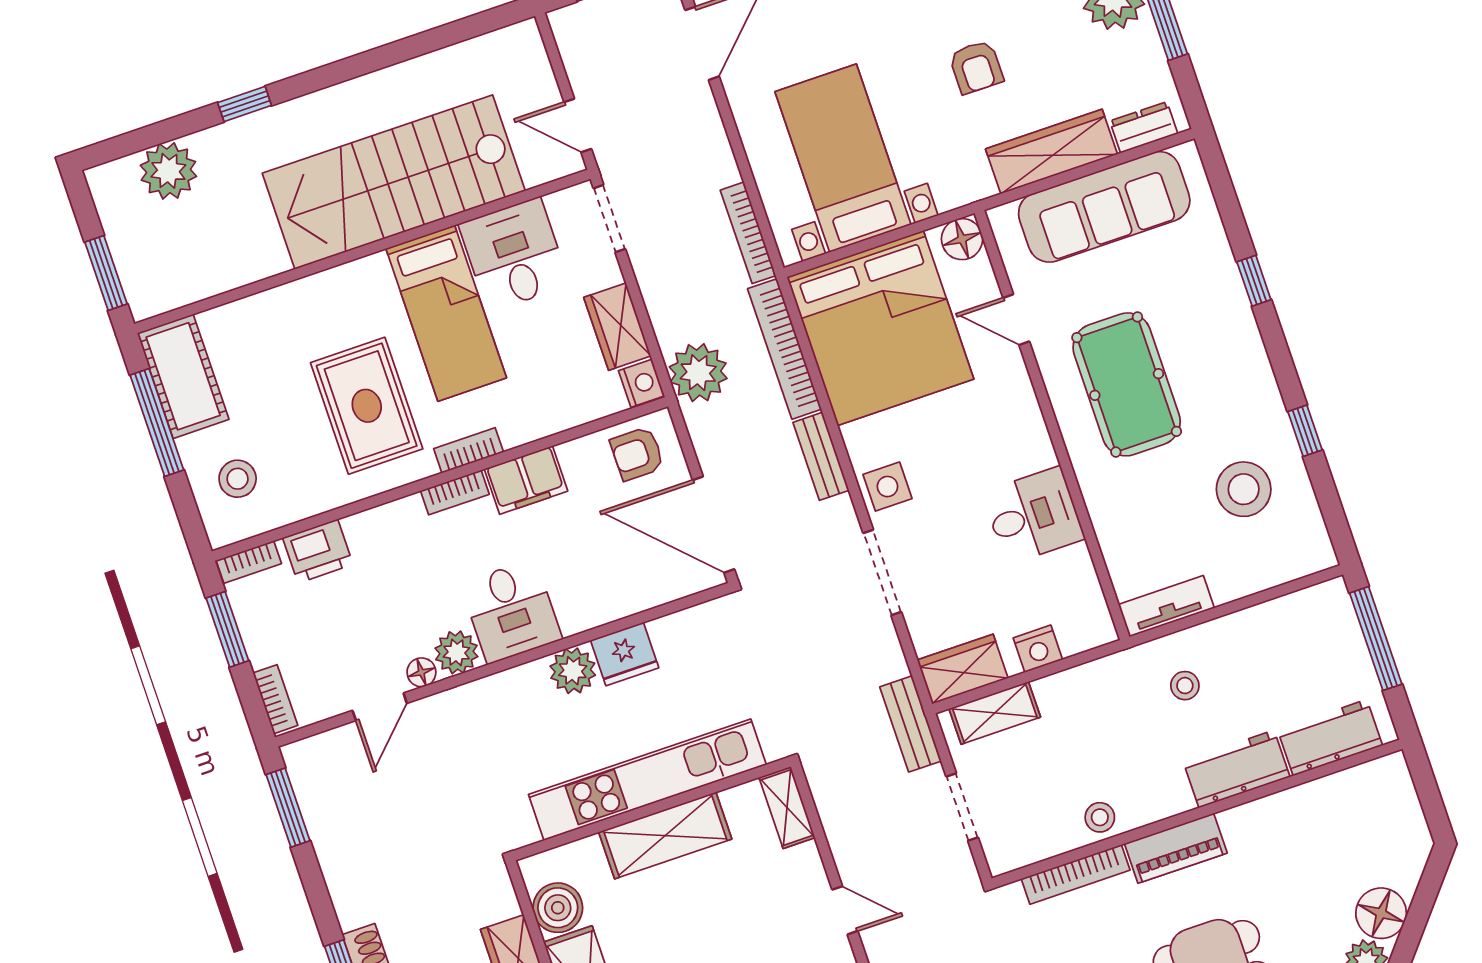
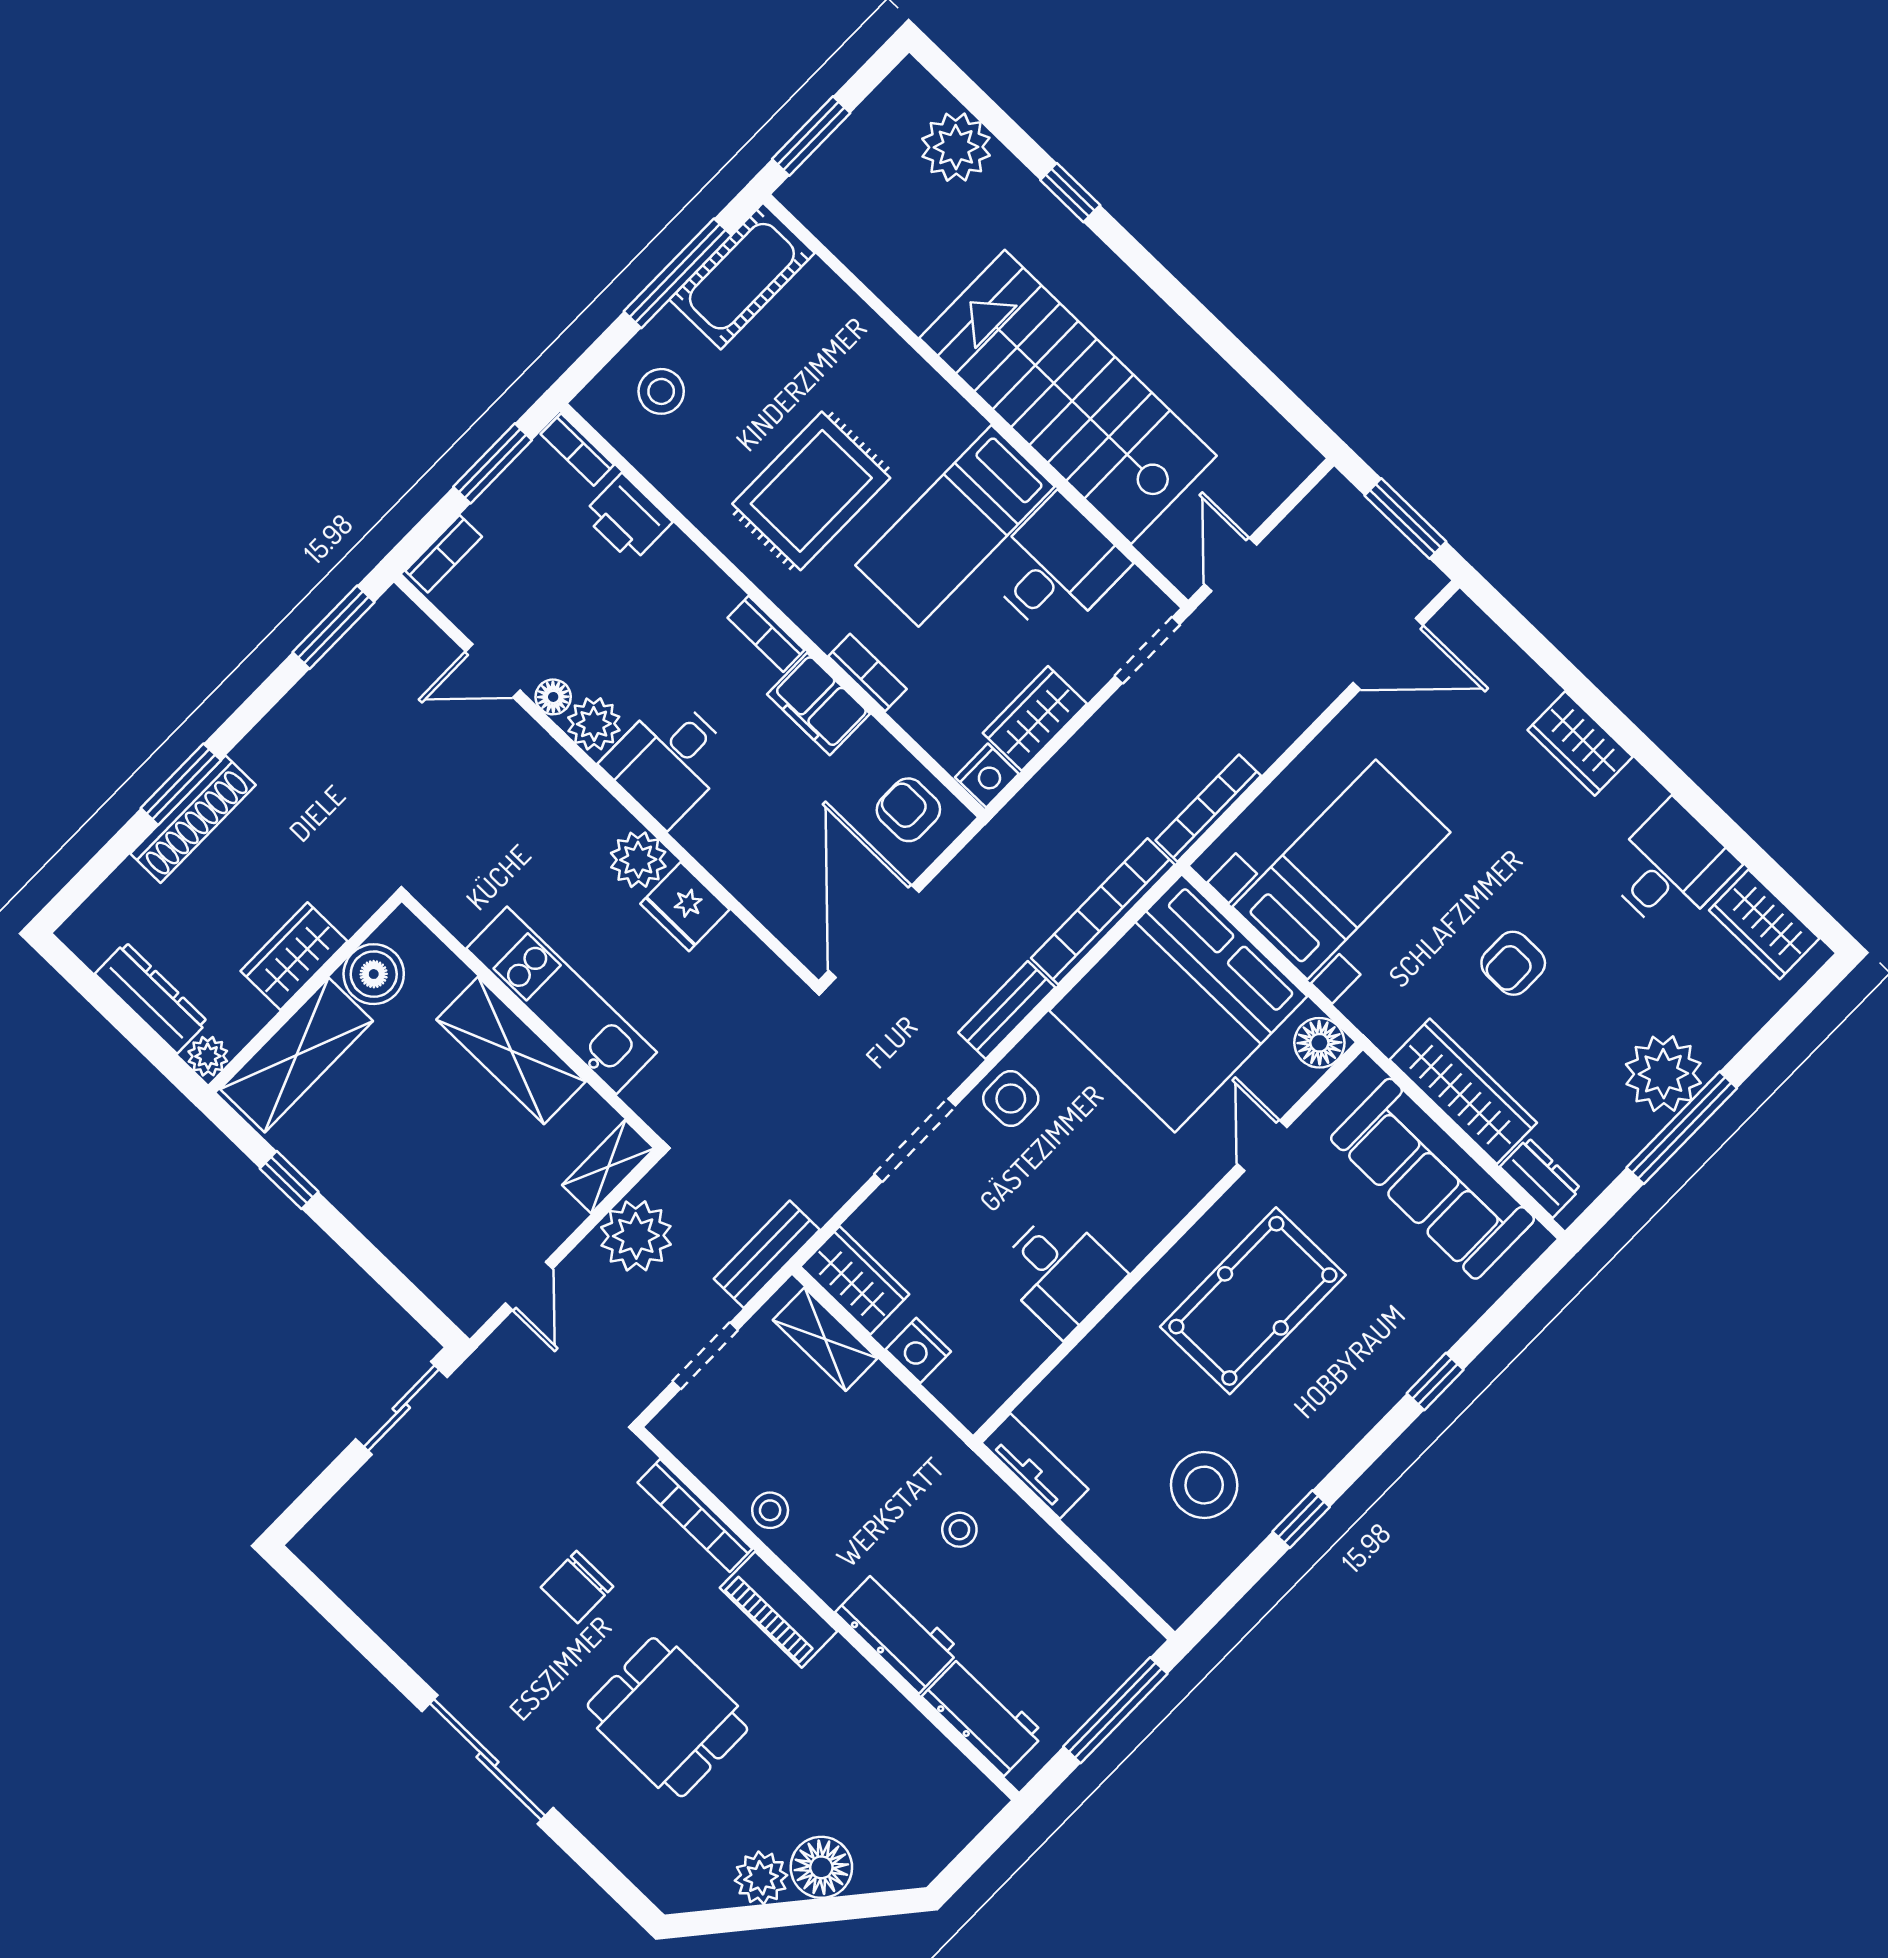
plant: (698, 373) -> (636, 1236), moved
bookcase: (469, 450) -> (867, 673), moved
kitchen unit: (647, 780) -> (562, 1000), width x0.73

